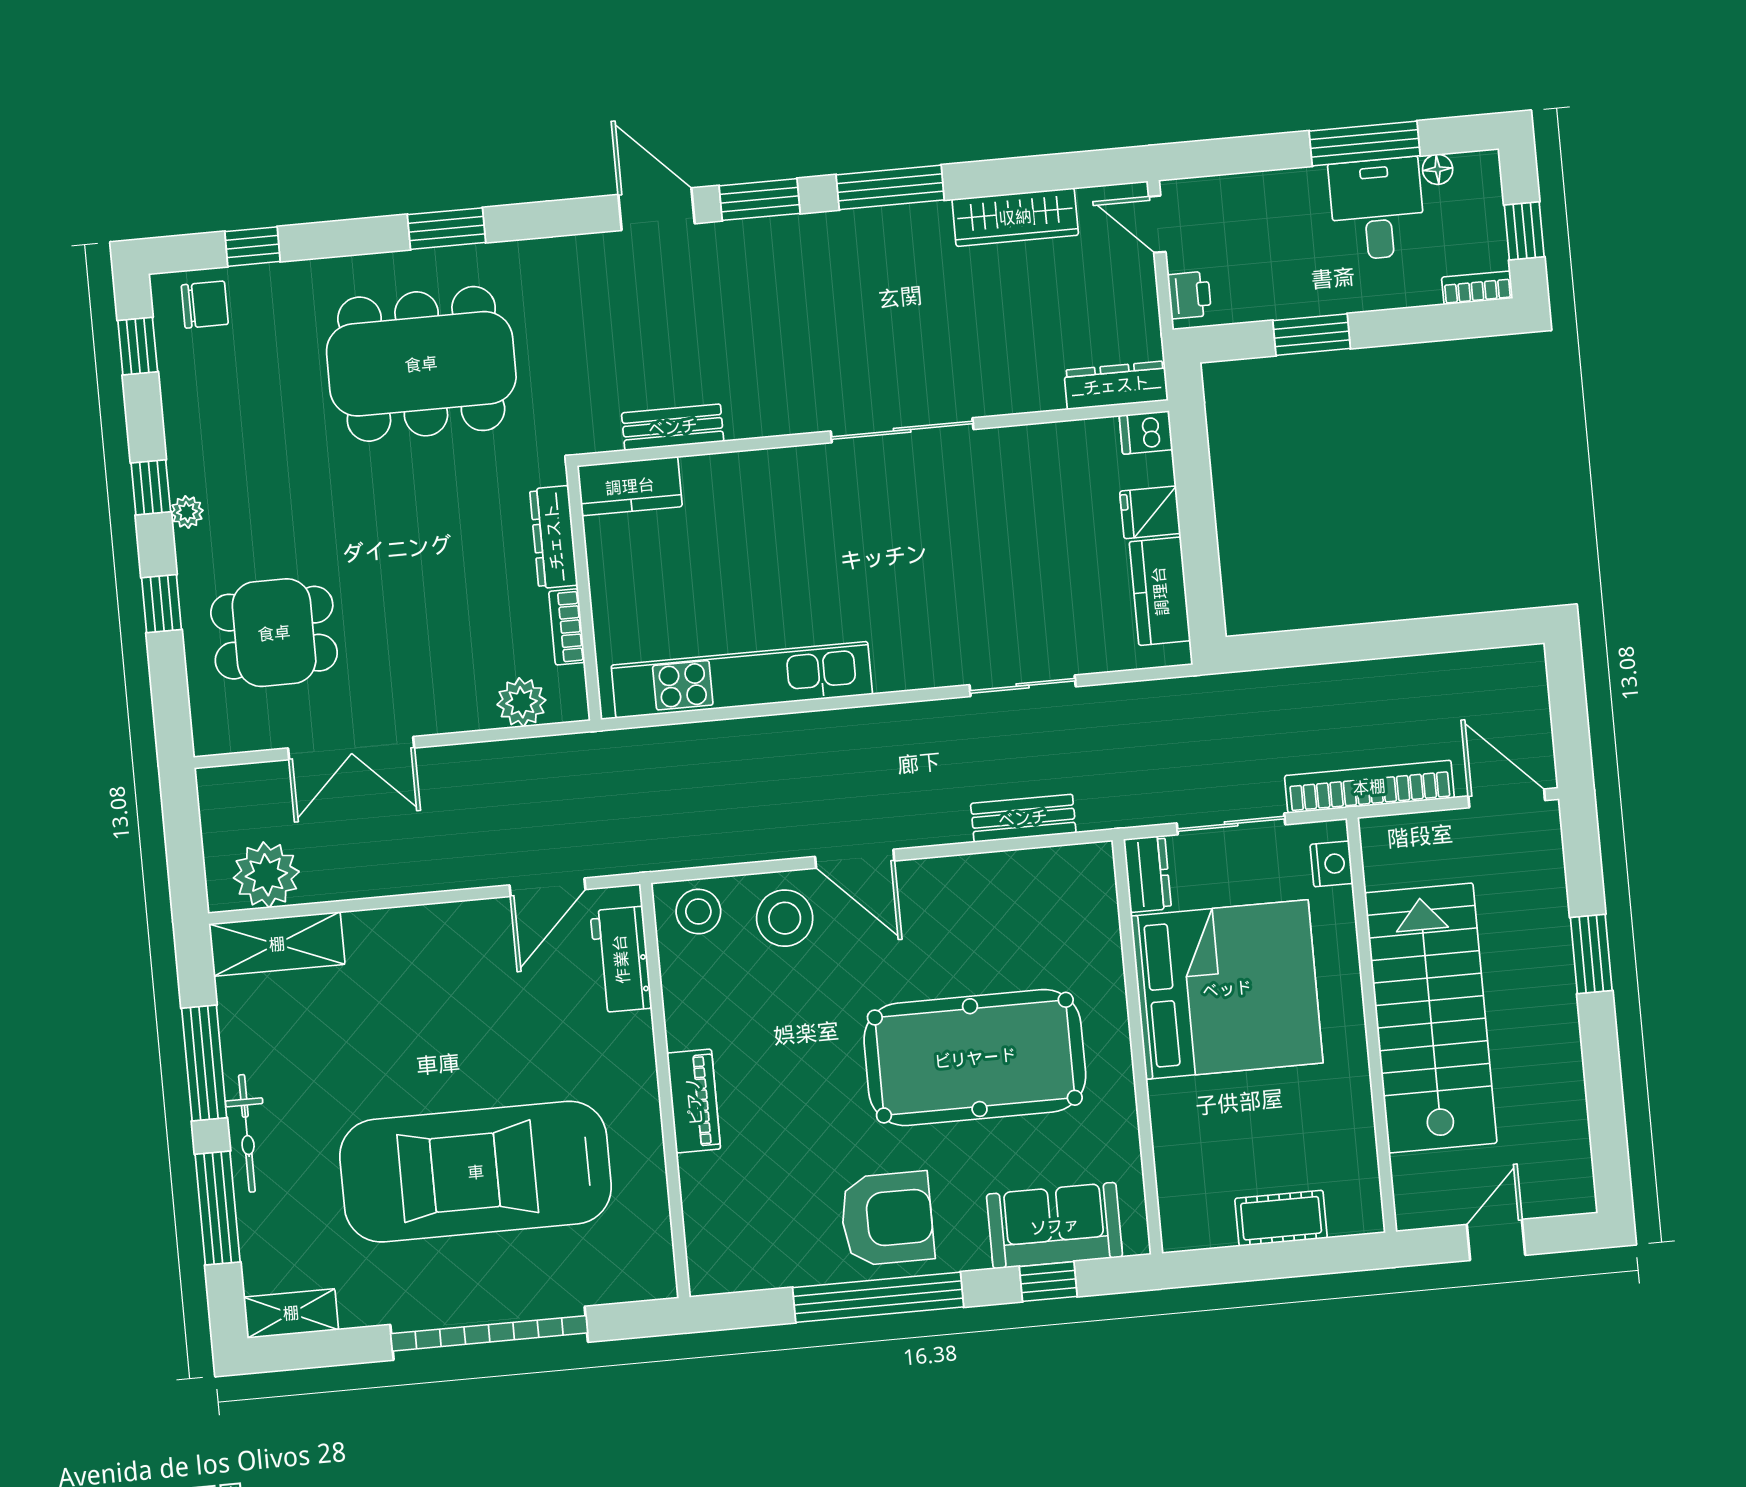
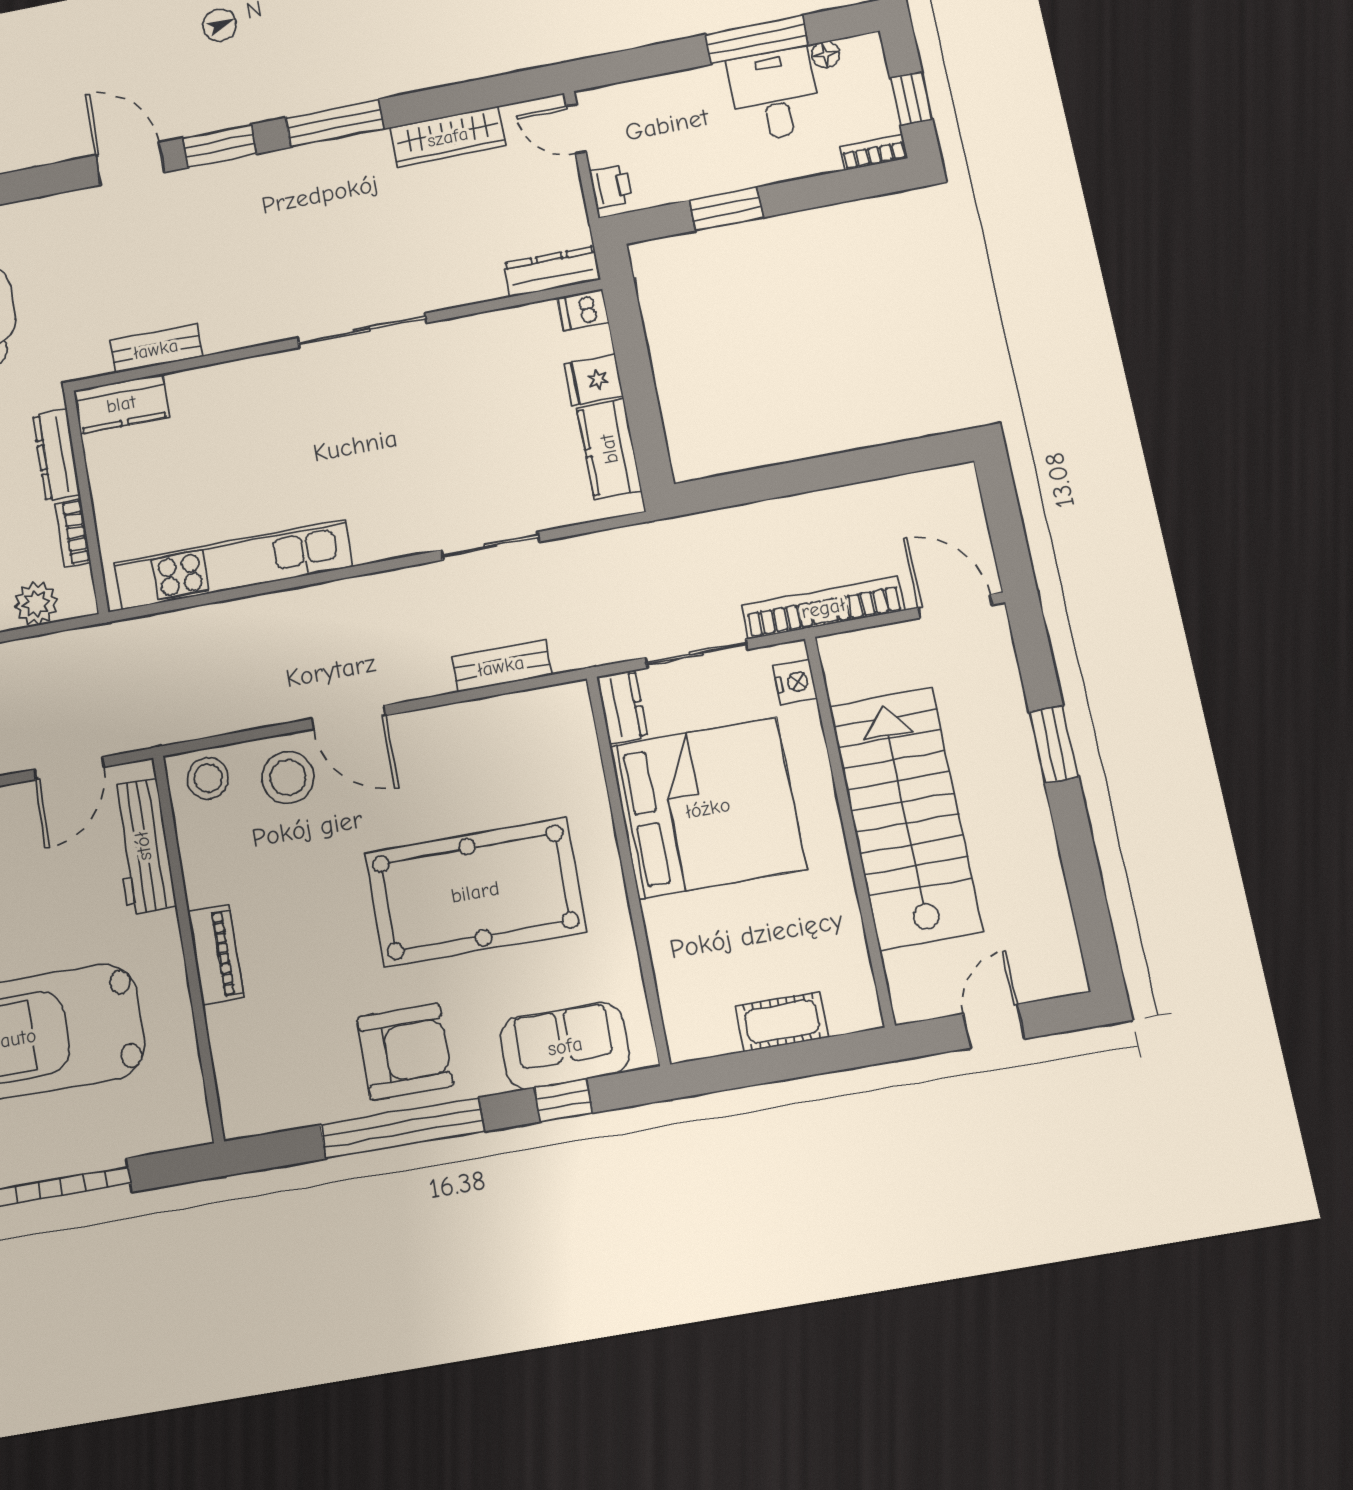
workbench: (621, 959) -> (143, 846), width x1.38

